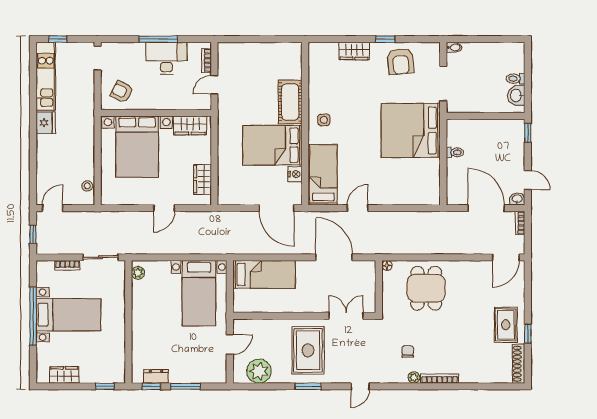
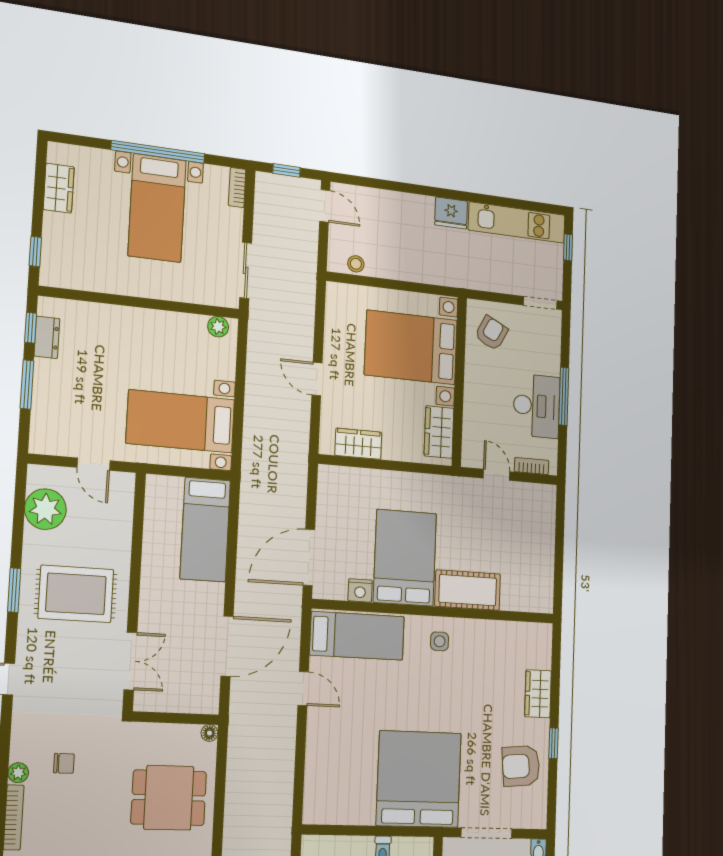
bookcase: (67, 265) -> (237, 187), moved

